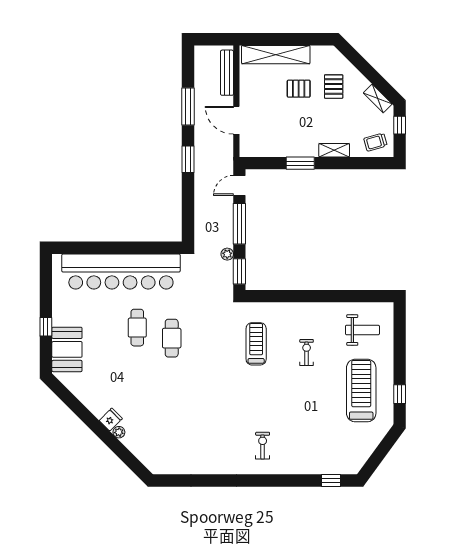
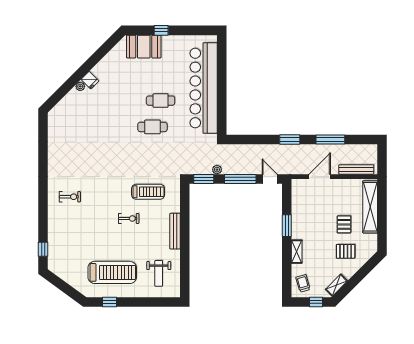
bench: (307, 309) -> (175, 231), added
exercise bike: (307, 352) -> (129, 218), moved

